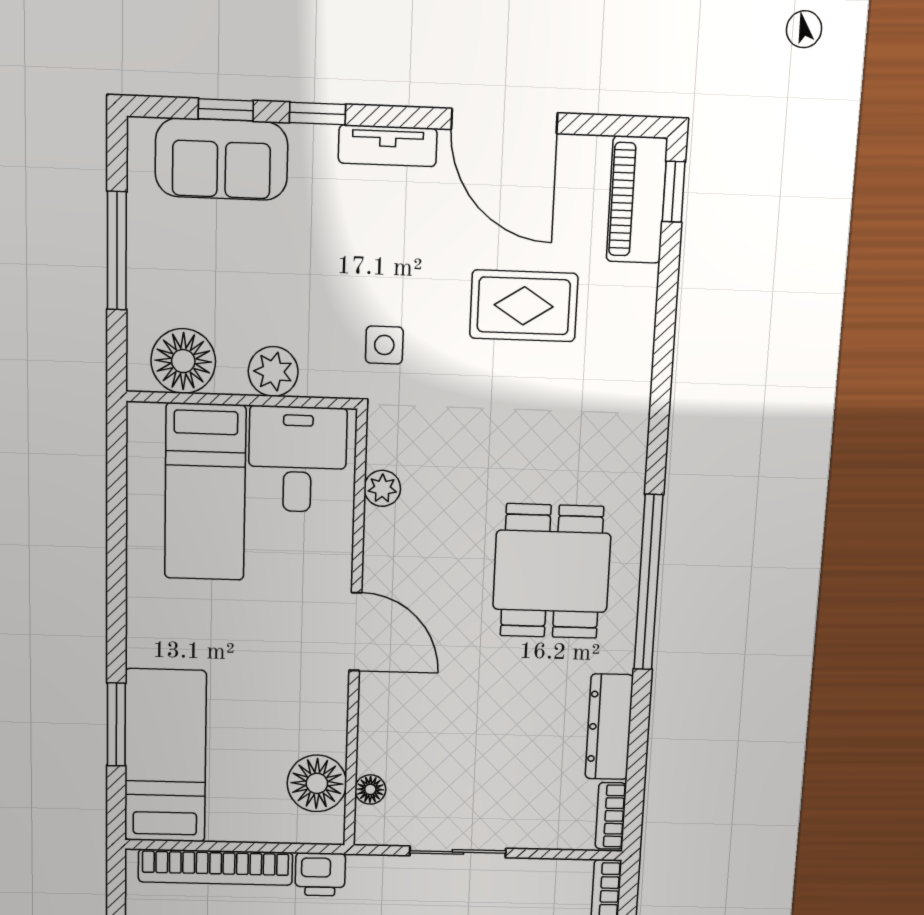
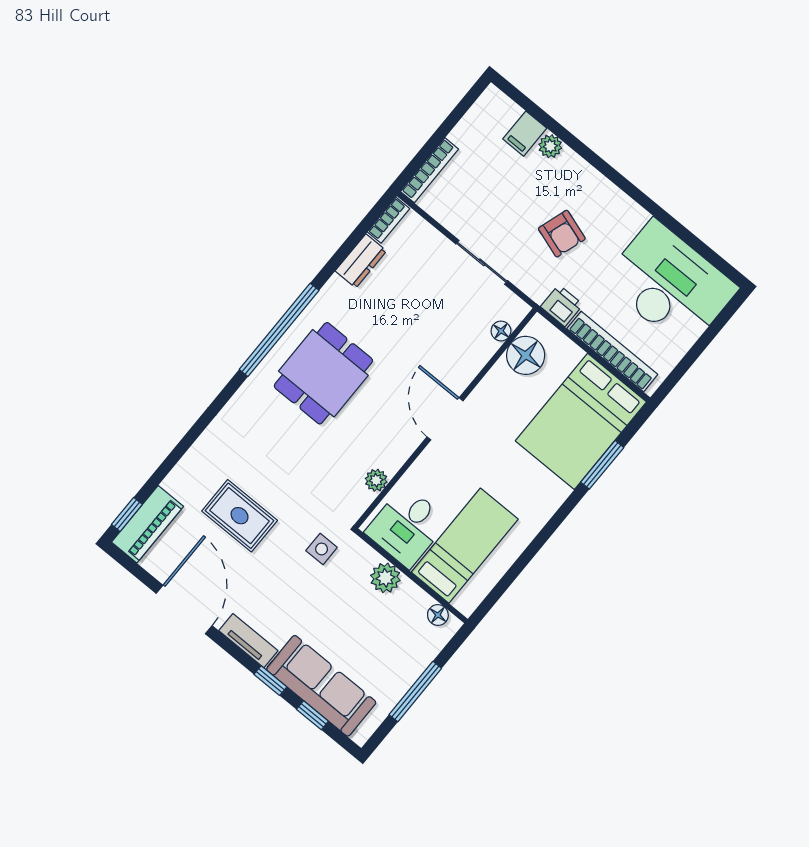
sofa: (221, 159) -> (321, 686), width x1.36
floor lamp: (183, 361) -> (438, 615), width x0.53, depth x0.53
dresser: (609, 727) -> (361, 261), width x0.70
bed: (165, 756) -> (581, 421), width x1.50

